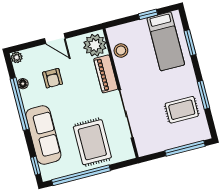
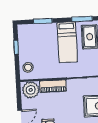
bed: (166, 41) -> (67, 42), moved, turned 90
stool: (121, 51) -> (28, 67), moved

